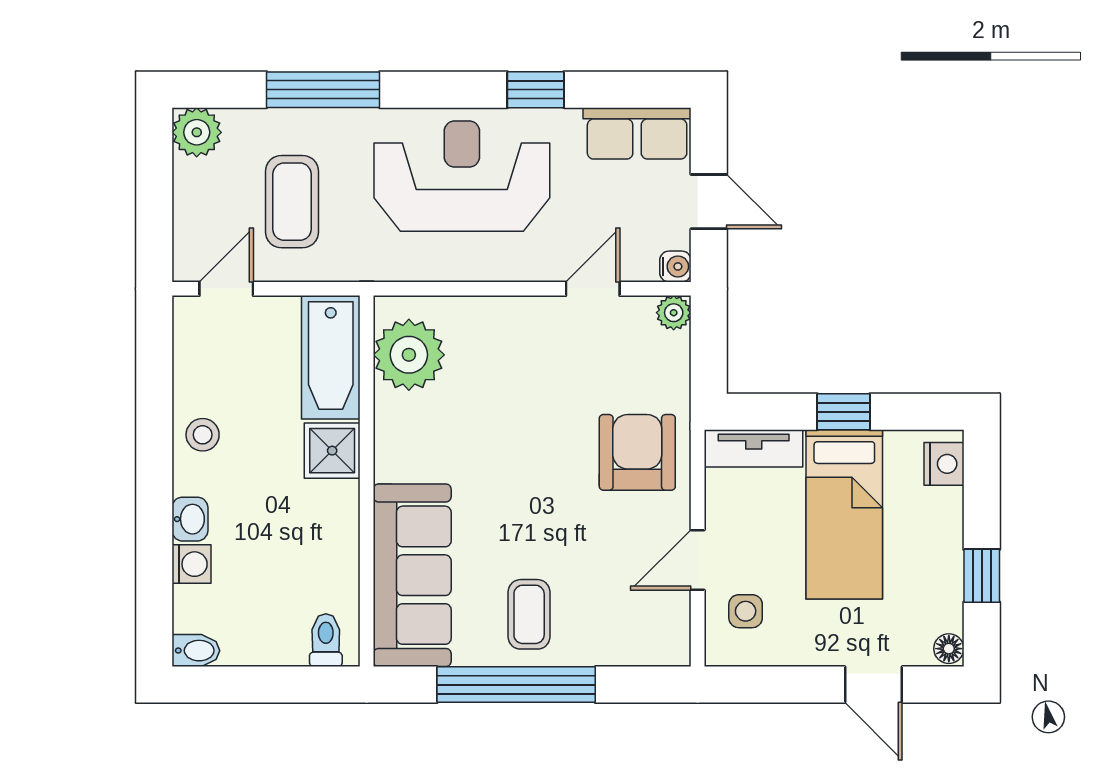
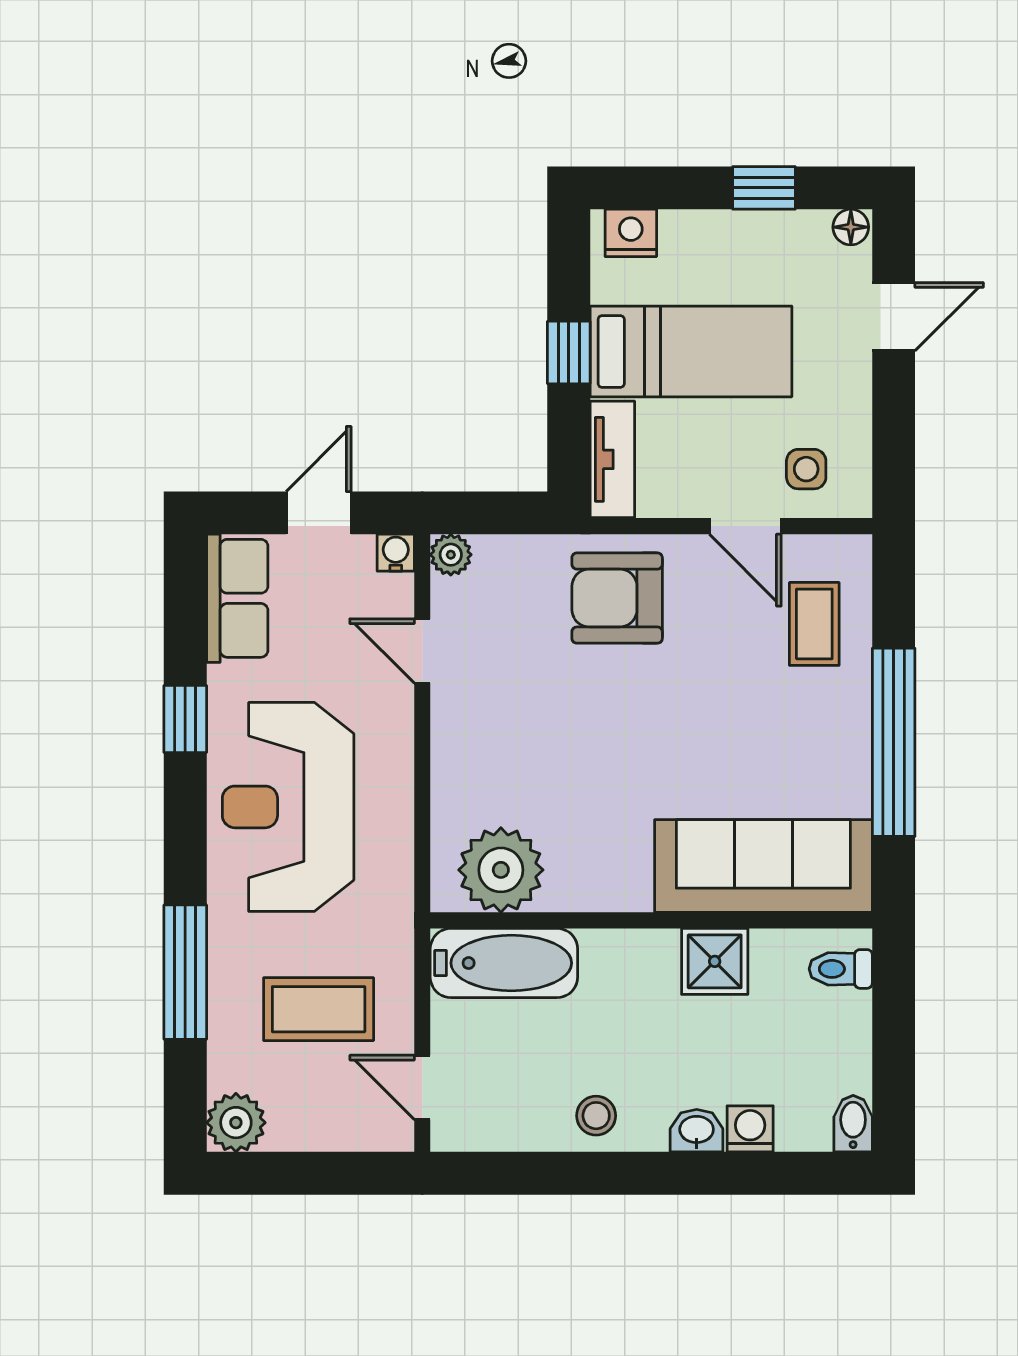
shower: (332, 451) -> (715, 961), moved
coffee table: (529, 614) -> (814, 624), moved, turned 90

